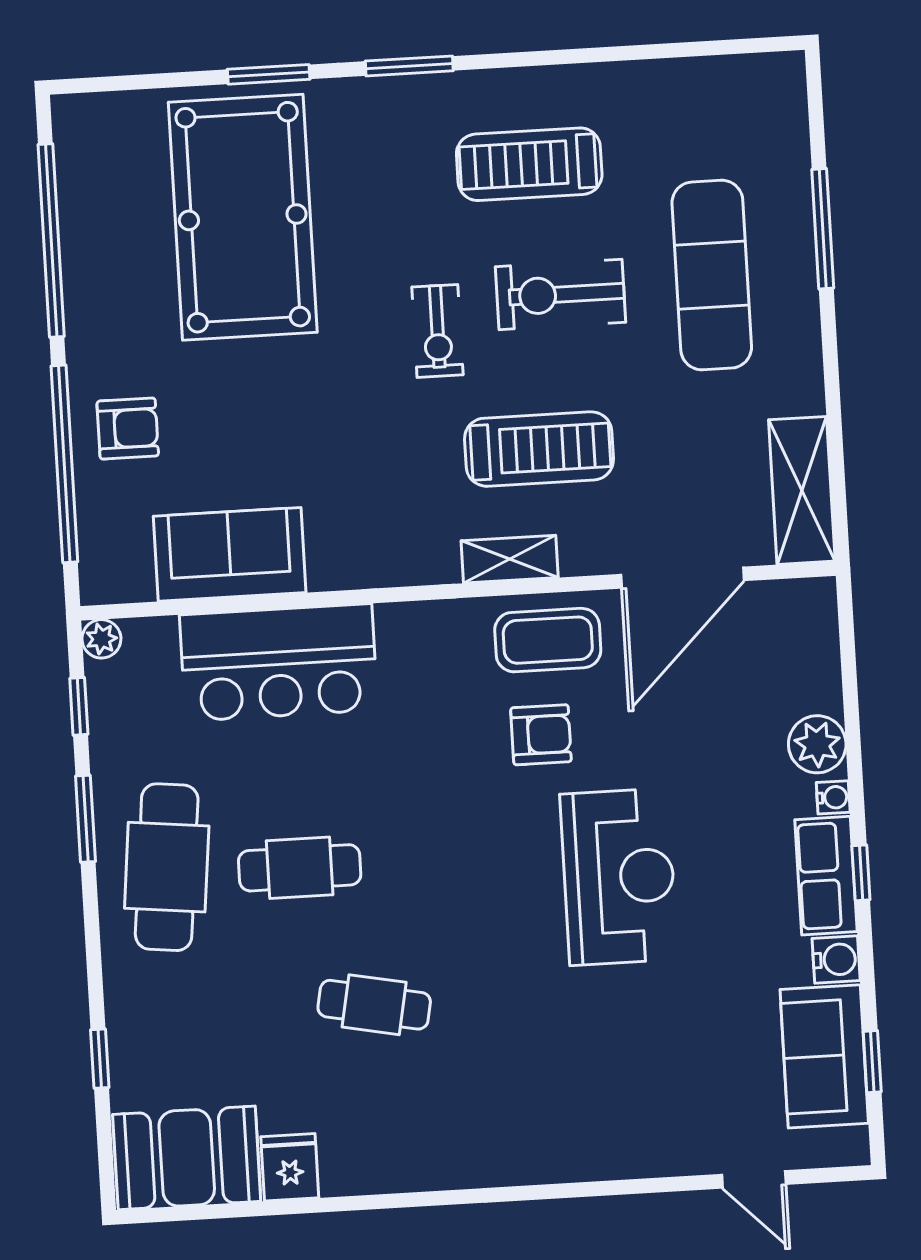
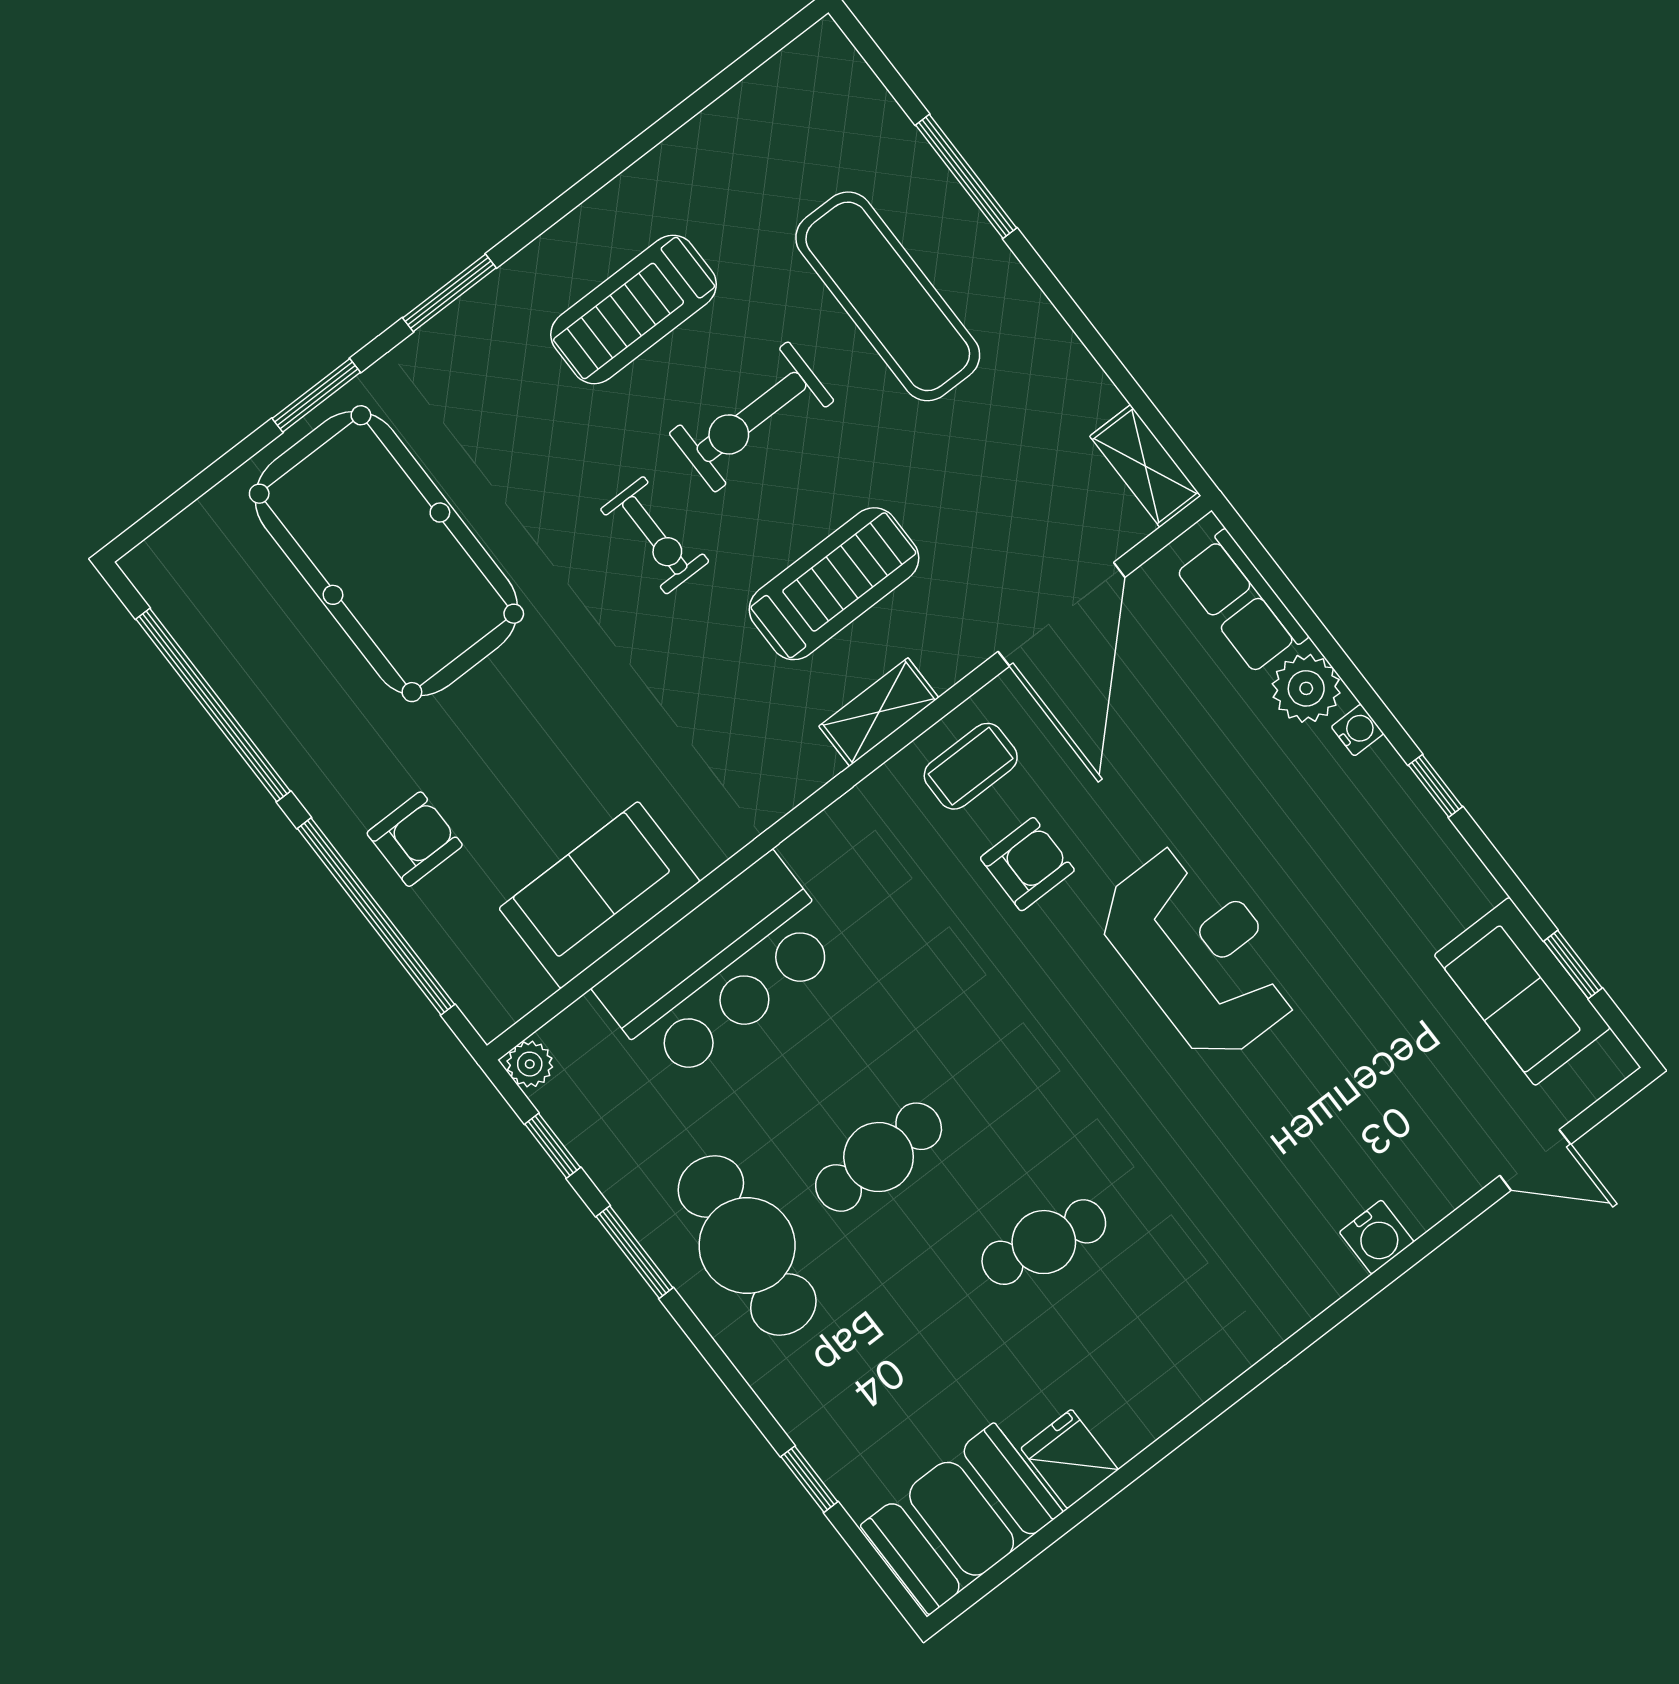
shelving: (802, 490) -> (1145, 466), width x0.67, depth x0.75
coffee table: (548, 640) -> (971, 766), width x0.73, depth x0.77
row of seats: (826, 876) -> (1241, 602), moved
water cooler: (836, 960) -> (1377, 1237), moved, turned 90

